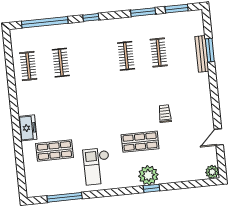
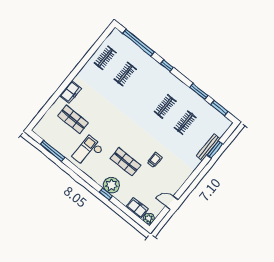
freezer: (192, 173) -> (137, 208), added

